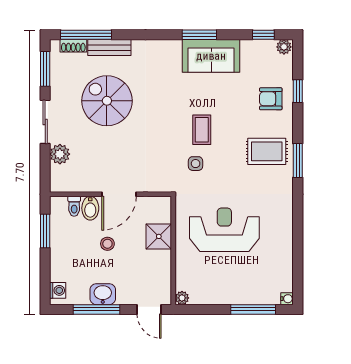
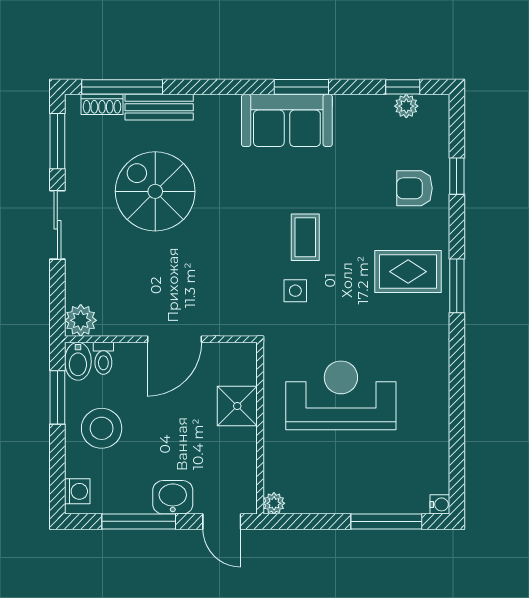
plant: (284, 47) -> (406, 106), moved
sofa: (211, 56) -> (287, 120), moved
plant: (60, 154) -> (81, 320), moved
bidet: (90, 208) -> (78, 361), moved
stool: (107, 244) -> (102, 428), moved, width x1.89, depth x1.89
washbasin: (103, 294) -> (173, 497), moved

